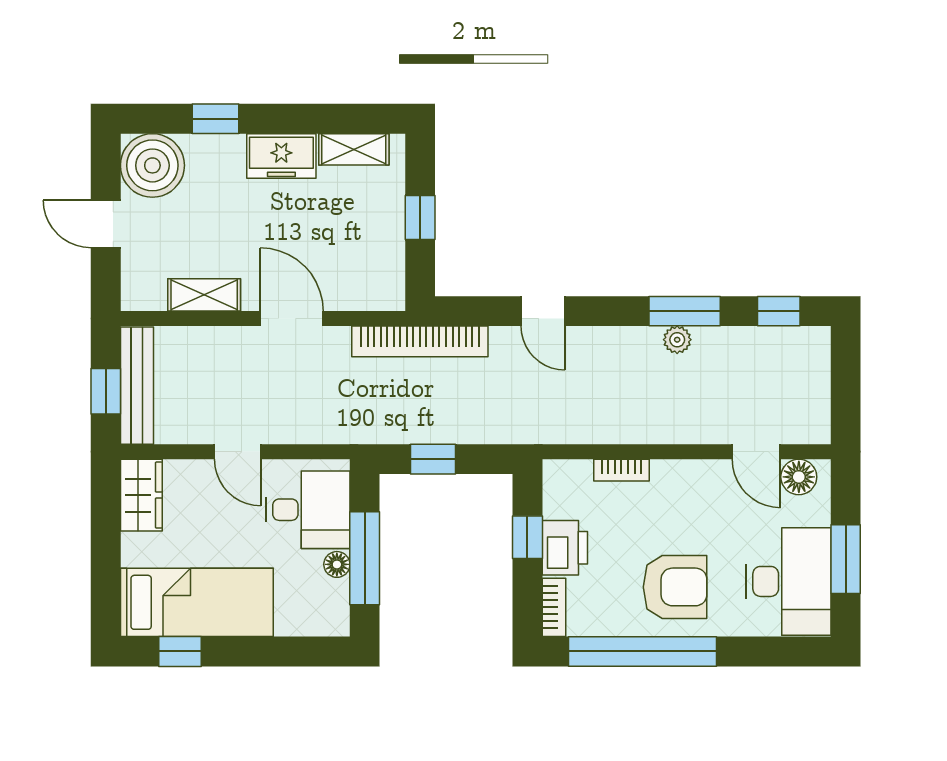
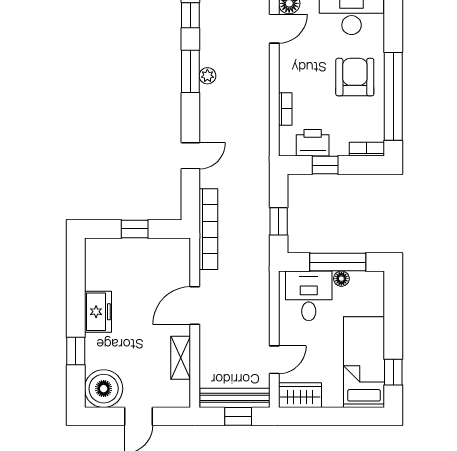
shelving: (354, 149) -> (94, 269), removed
door: (238, 452) -> (274, 360), moved
printer: (565, 548) -> (313, 143), moved

